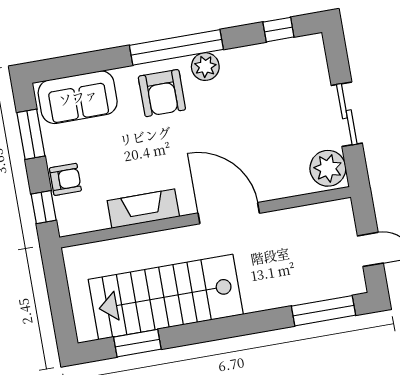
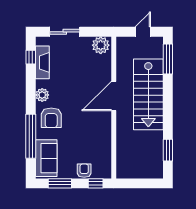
window: (176, 47) -> (31, 136), moved
armchair: (162, 93) -> (51, 118), turned 90
sliding door: (347, 114) -> (65, 32), moved
fireplace: (143, 209) -> (42, 62), moved, turned 180
stairs: (166, 297) -> (148, 94), moved

